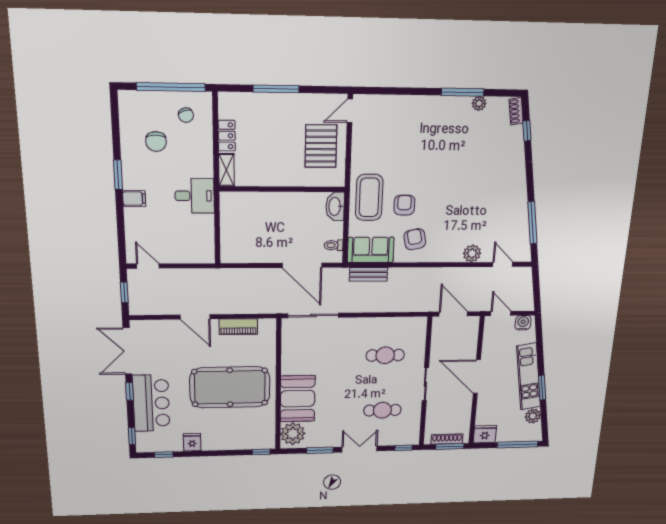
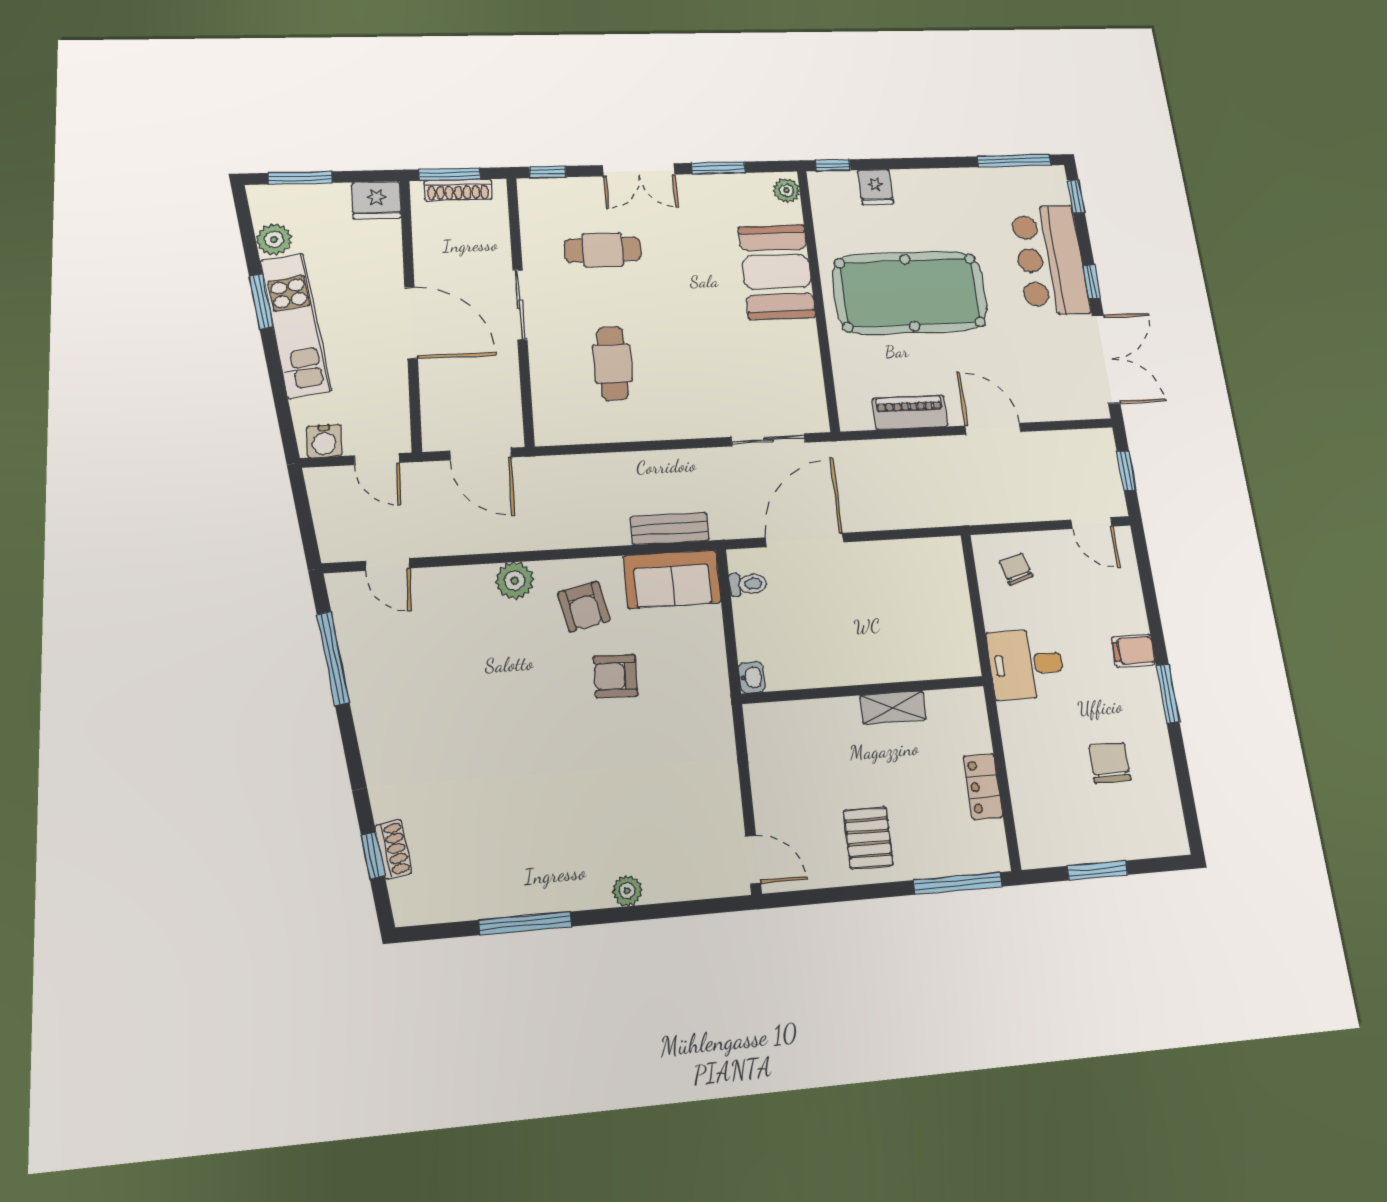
window: (171, 87) -> (1097, 870), width x0.47
window: (276, 89) -> (958, 883), moved
plant: (479, 103) -> (627, 891), moved
door: (350, 111) -> (753, 860), hinge flipped
shoe rack: (516, 111) -> (393, 849), moved
chair: (186, 115) -> (1016, 569), moved
pallet: (321, 146) -> (868, 838), moved, width x0.67, depth x0.71
shelving: (226, 170) -> (893, 708), moved, turned 90
coffee table: (369, 197) -> (690, 686), removed
armchair: (404, 205) -> (616, 676), turned 91
washbasin: (335, 206) -> (752, 677), width x0.52, depth x0.69
plant: (472, 253) -> (515, 581), moved
door: (302, 265) -> (804, 540), hinge flipped
sliding door: (313, 316) -> (768, 440), width x0.73
cafe table: (385, 355) -> (612, 363), turned 90
plant: (293, 434) -> (787, 190), width x0.53, depth x0.53
fridge: (192, 442) -> (875, 187), moved
window: (518, 445) -> (300, 178), width x0.69
window: (164, 455) -> (1014, 161), width x2.17

